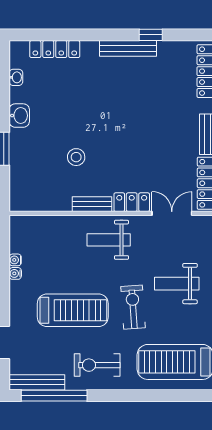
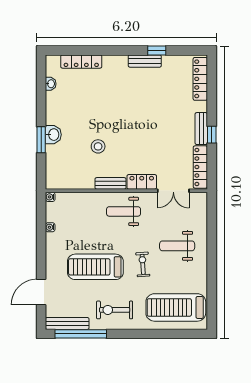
bench: (128, 48) -> (145, 61), width x0.73
washbasin: (19, 116) -> (53, 135), moved
double door: (172, 213) -> (173, 191), swing flipped
water cooler: (15, 273) -> (50, 197), moved
exercise bike: (133, 307) -> (143, 264), width x0.73, depth x0.72
treadmill: (73, 310) -> (95, 267), turned 180

